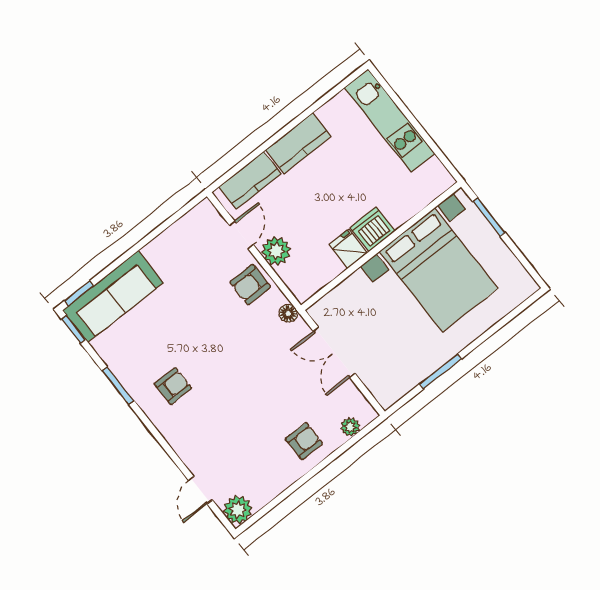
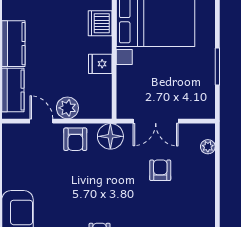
dishwasher: (373, 229) -> (100, 23), moved
floor lamp: (288, 313) -> (110, 136), width x1.89, depth x1.89
armchair: (304, 441) -> (160, 170), moved

